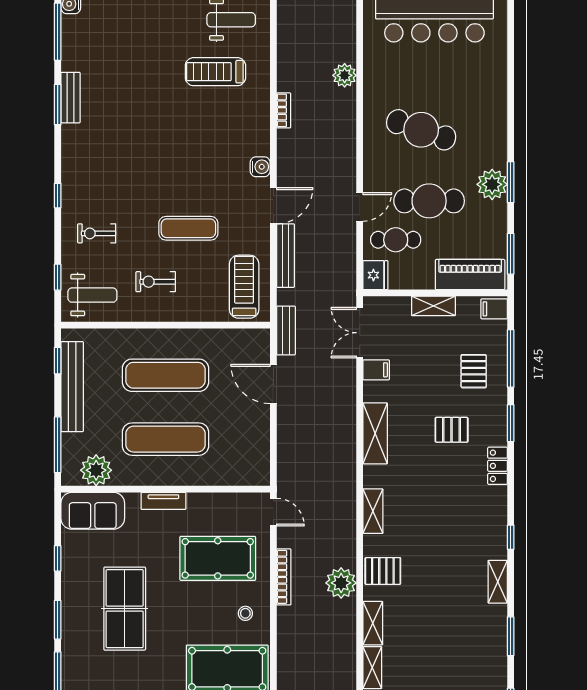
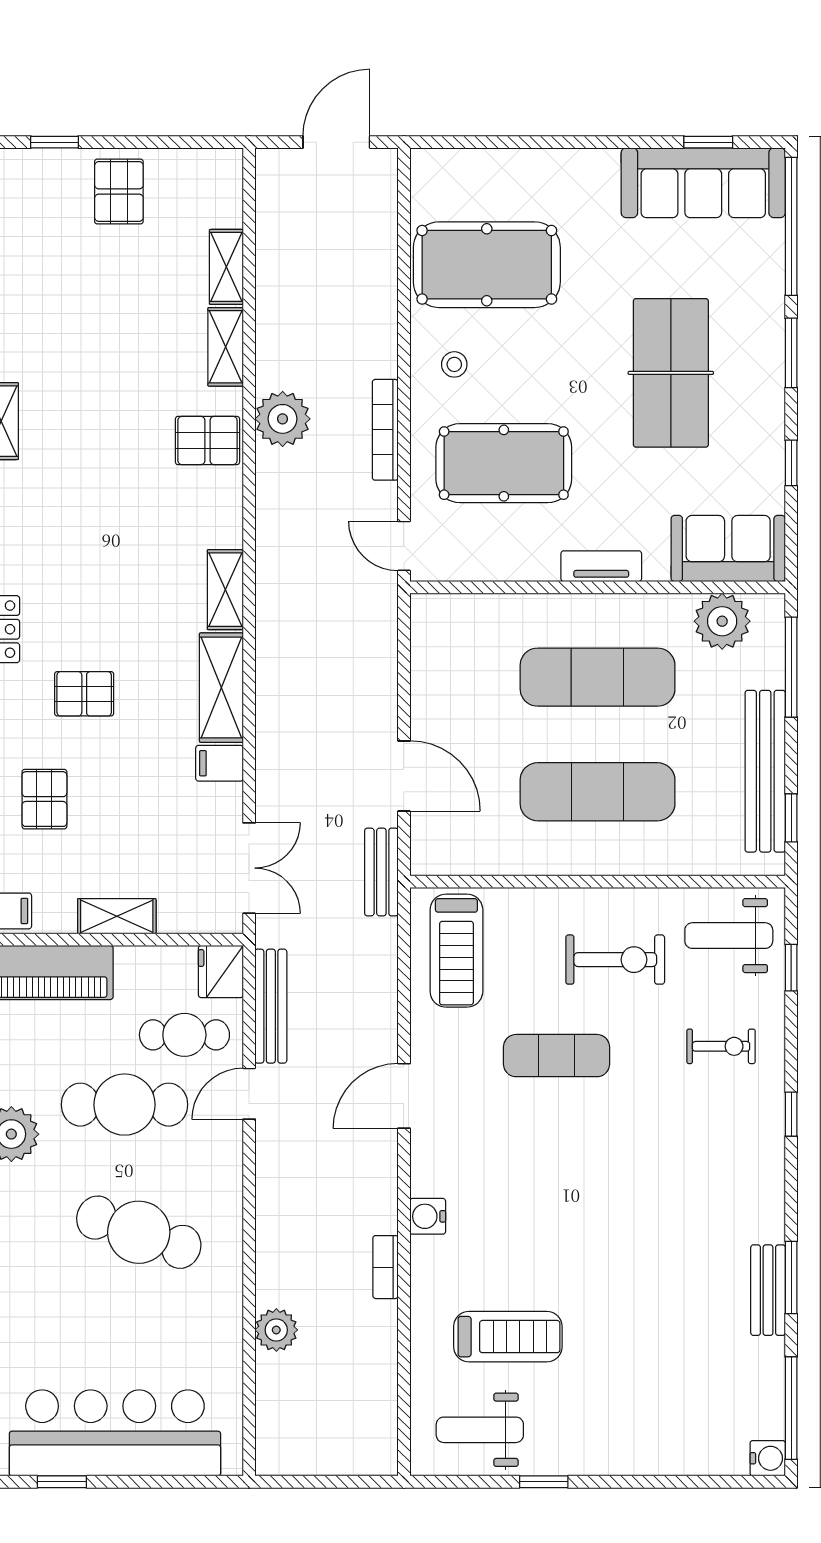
water cooler: (260, 167) -> (428, 1216), moved
bench: (285, 256) -> (271, 1006), moved
exercise bike: (156, 282) -> (615, 960), width x1.38, depth x1.39
filing cabinet: (376, 370) -> (219, 763), moved
shelving: (373, 511) -> (225, 590), moved

